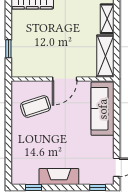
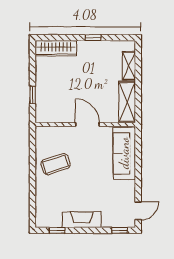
door: (65, 79) -> (87, 124), swing flipped
coffee table: (36, 106) -> (56, 164), moved

